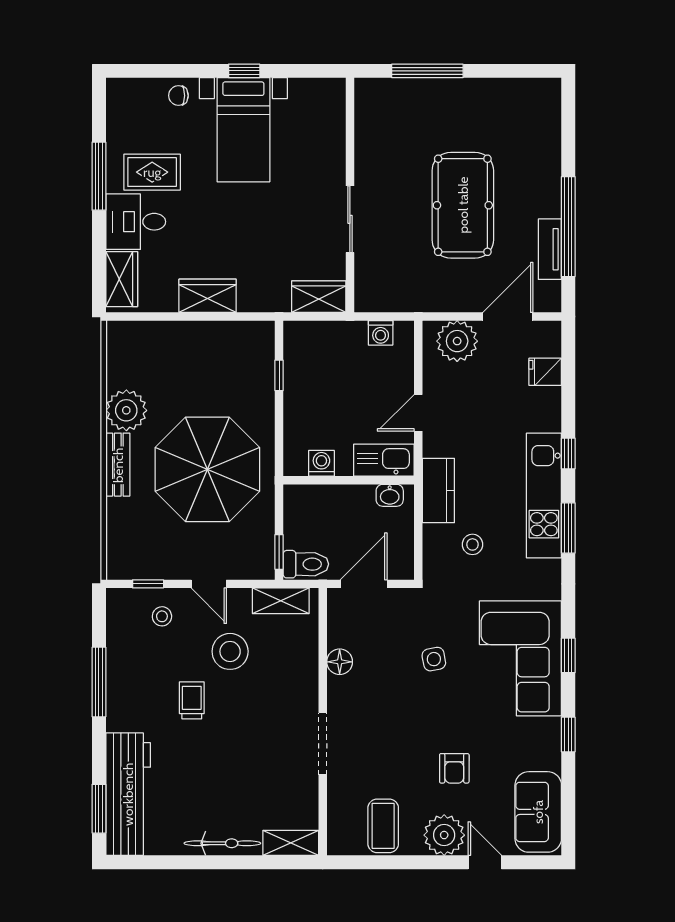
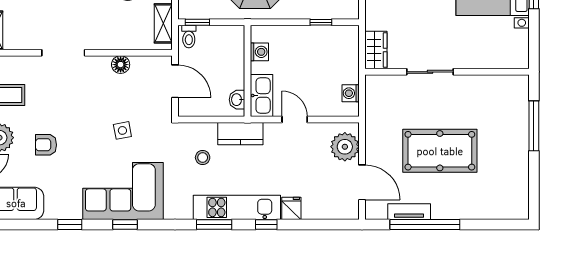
fridge: (545, 372) -> (291, 208), moved
toilet: (306, 564) -> (189, 37), width x0.73, depth x0.72

